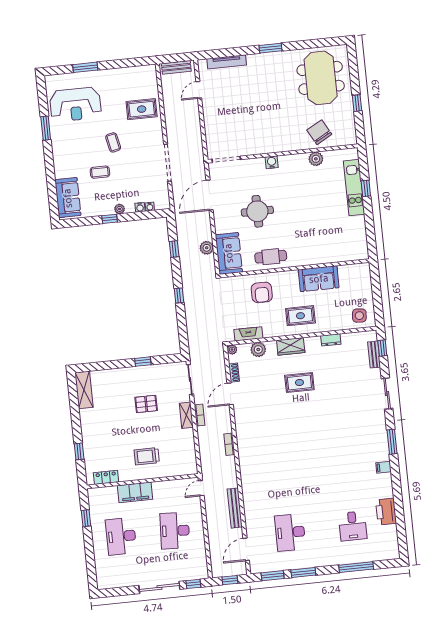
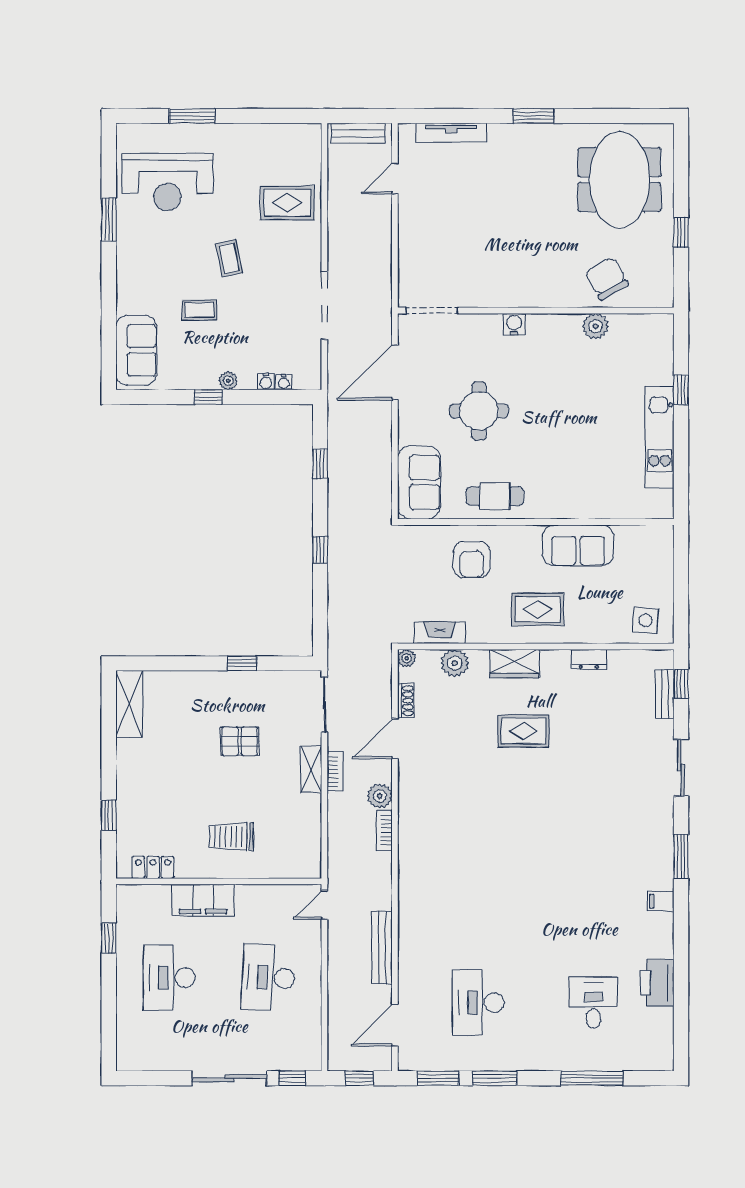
kitchen unit: (354, 188) -> (660, 437), moved
plant: (207, 248) -> (380, 796), moved
desk: (353, 526) -> (593, 1003), turned 180

